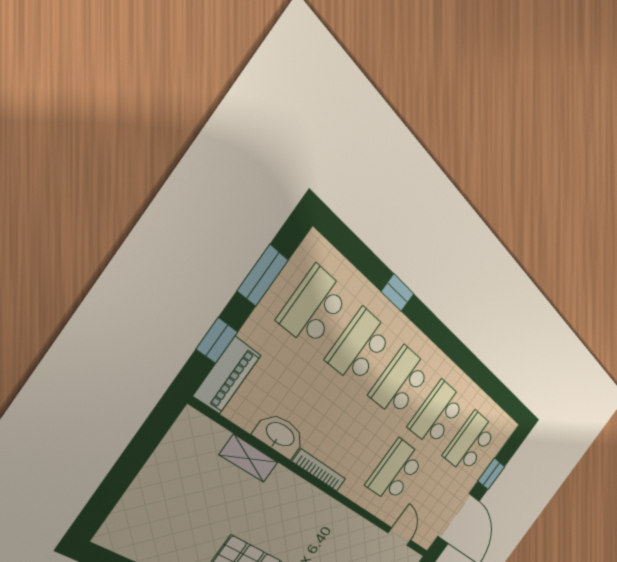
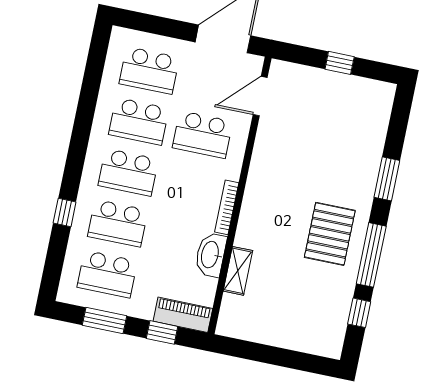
window: (491, 474) -> (168, 28), removed
door: (399, 537) -> (260, 96), width x1.38

